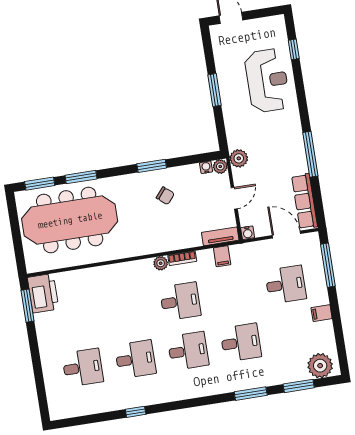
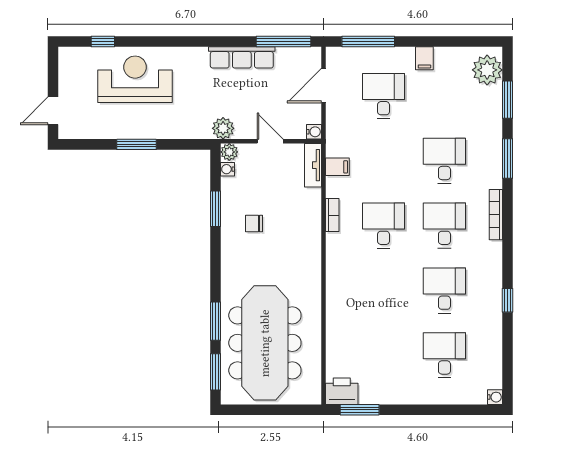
window: (310, 154) -> (283, 42), moved
window: (152, 166) -> (216, 209), moved
chair: (165, 196) -> (254, 223), turned -130
row of seats: (305, 201) -> (242, 57), moved
plant: (161, 263) -> (334, 242), removed
printer: (43, 293) -> (342, 391), width x0.73, depth x0.84
bookcase: (204, 391) -> (496, 215), added
water cooler: (55, 414) -> (495, 397), added

